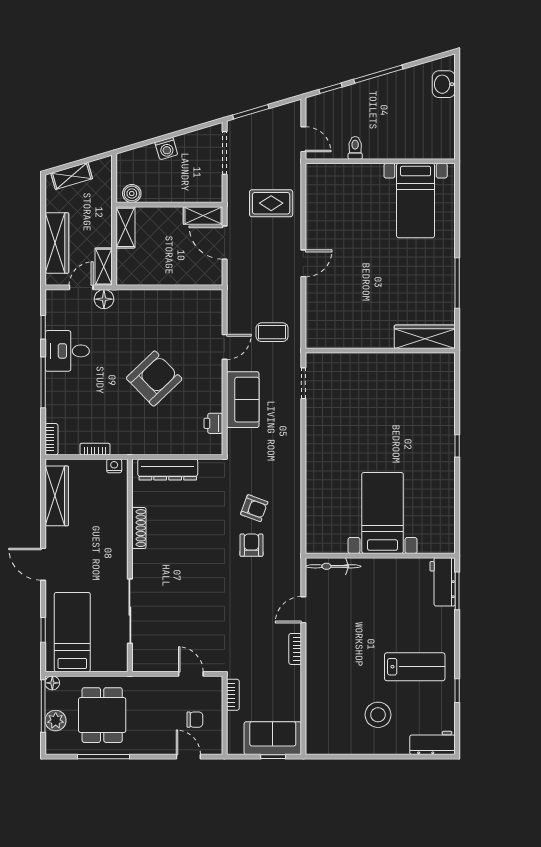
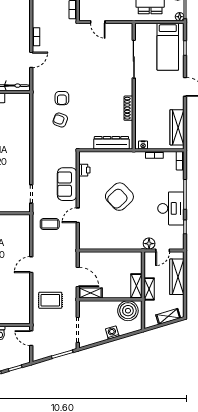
boiler: (132, 193) -> (128, 311), width x1.86, depth x1.86
shelving: (104, 267) -> (149, 289), moved
desk: (67, 351) -> (171, 208), width x1.37

